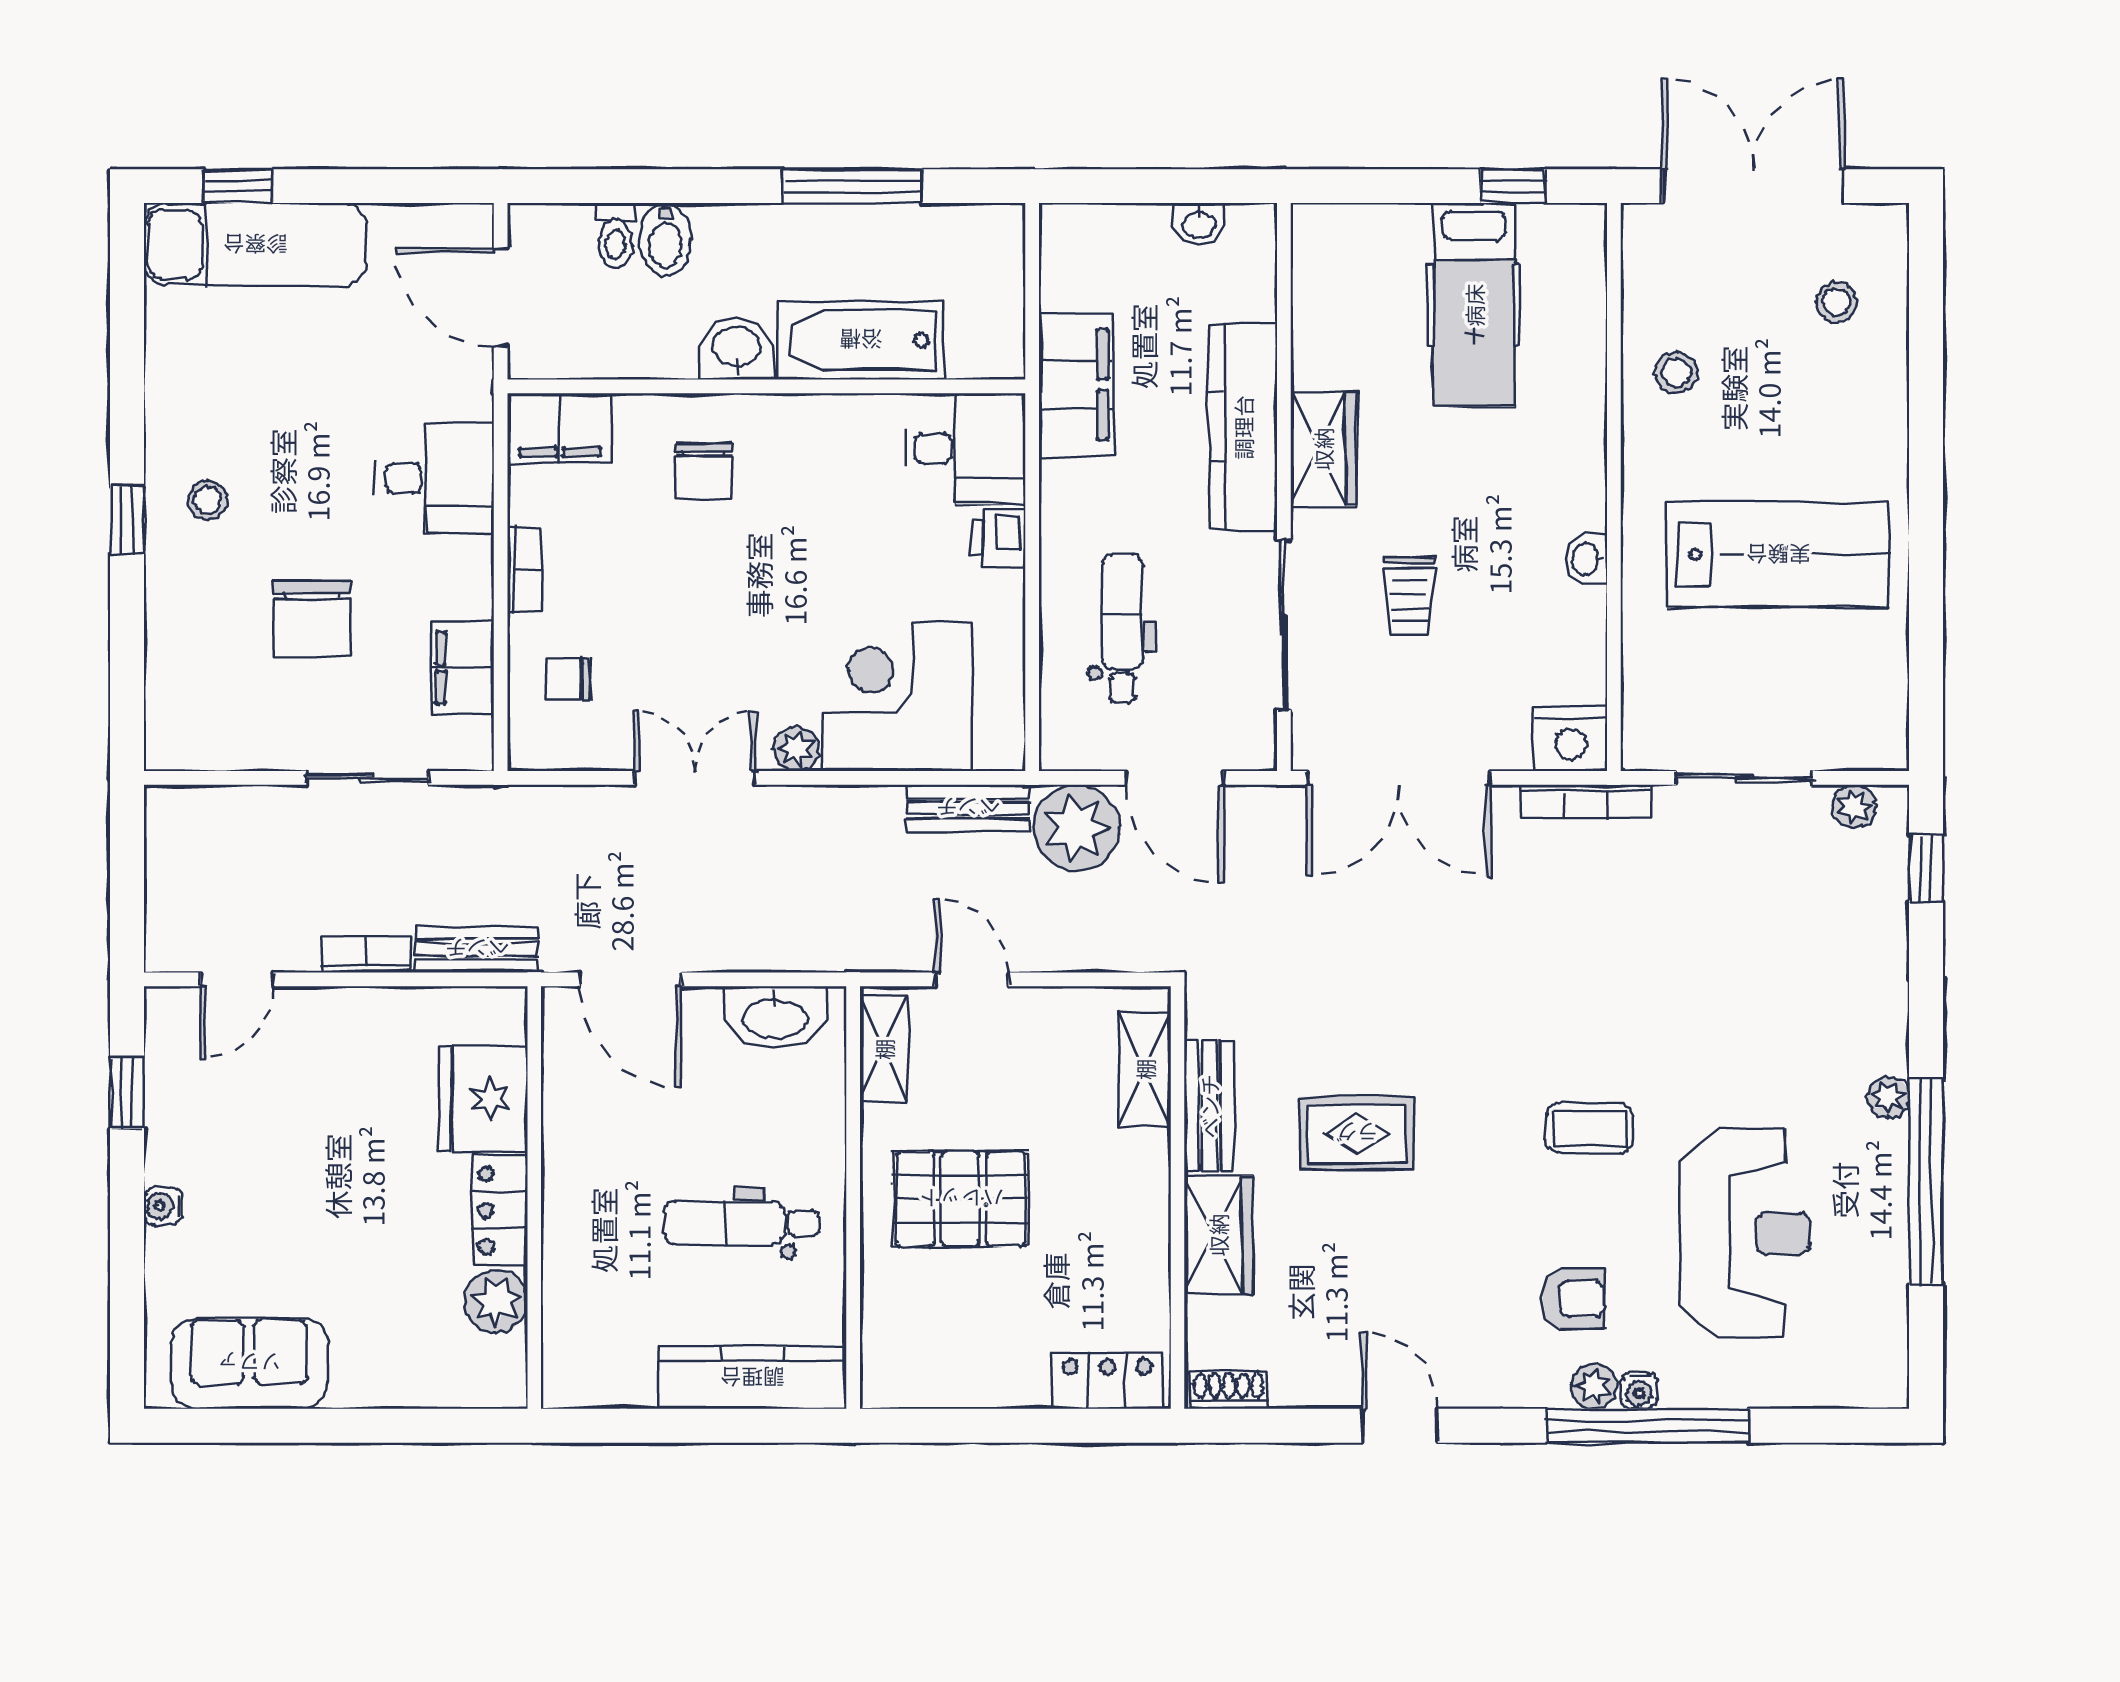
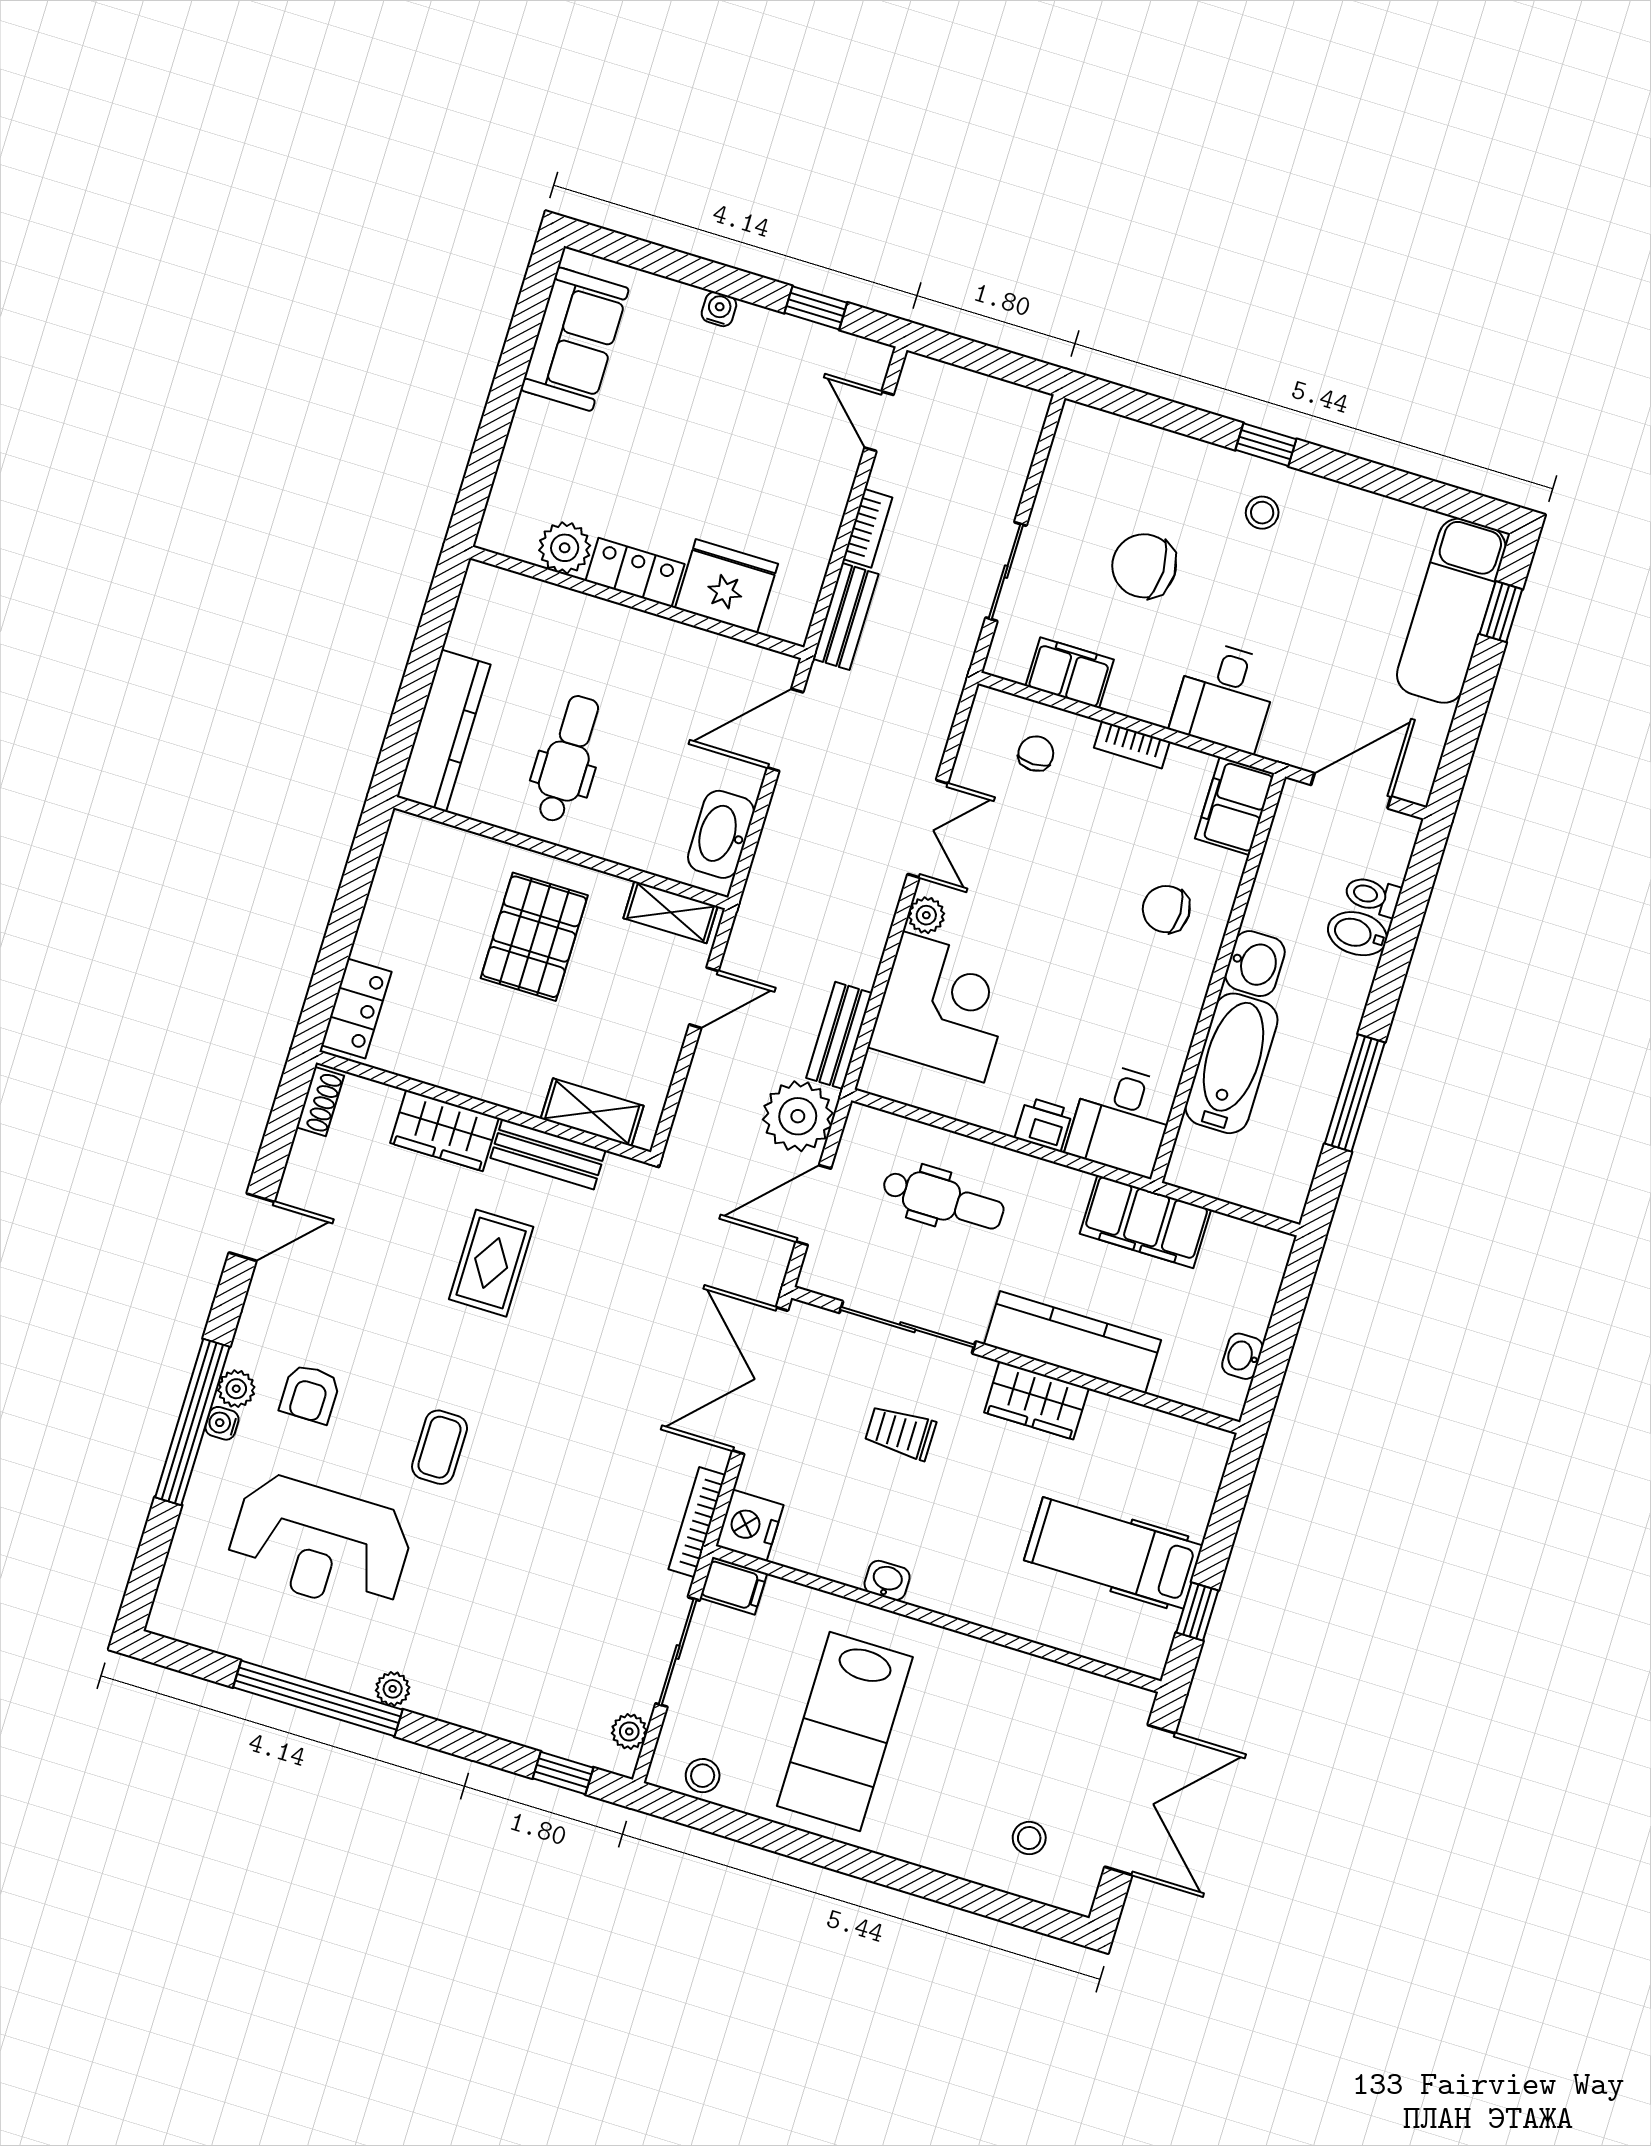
stool: (1676, 372) -> (703, 1776), moved
filing cabinet: (1647, 736) -> (733, 1586), added

